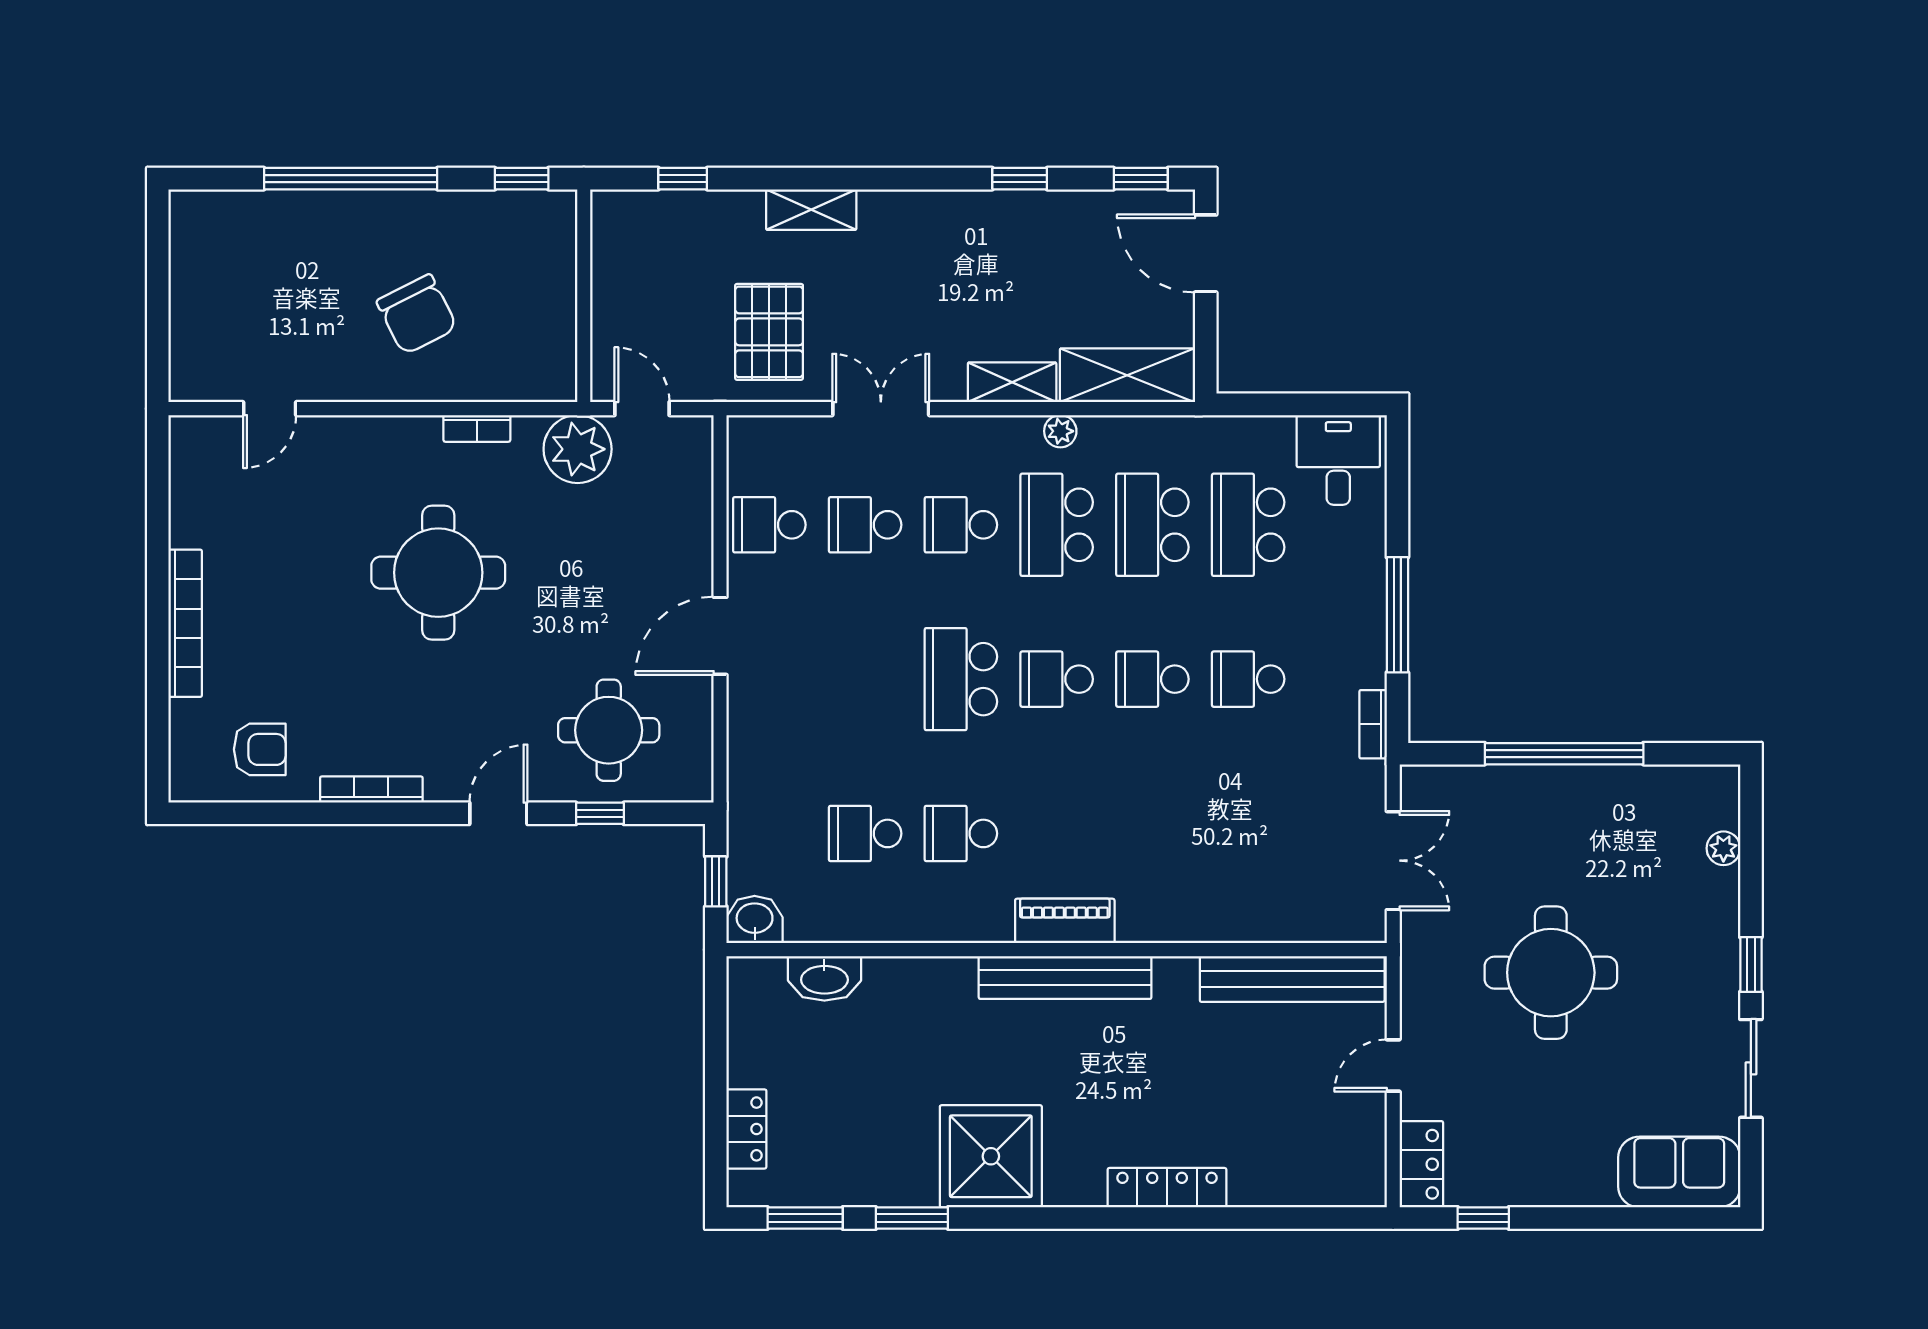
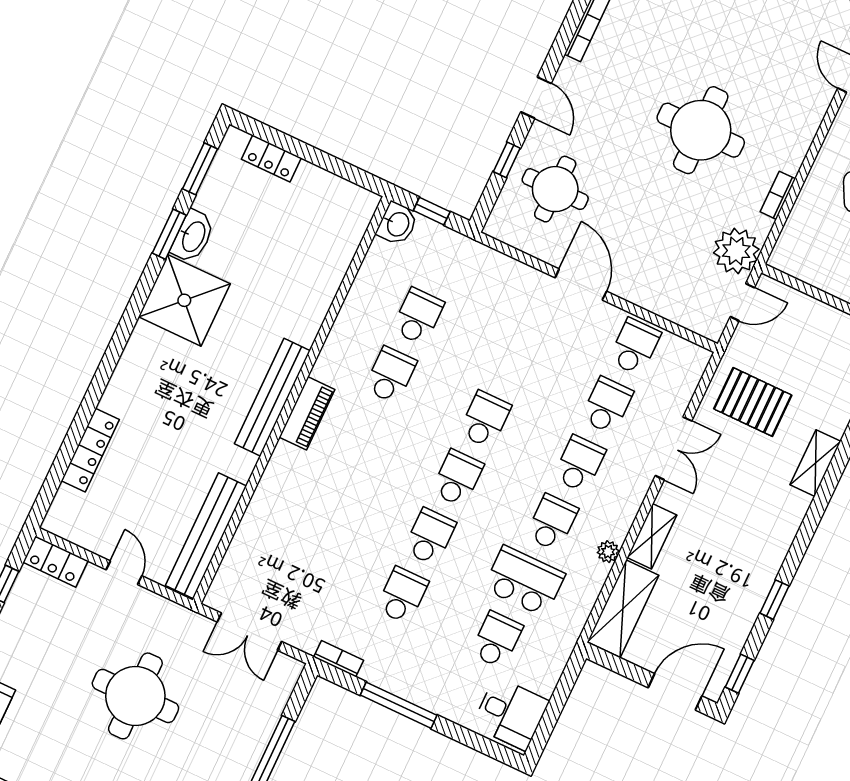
school desk: (1057, 525) -> (552, 522), width x0.54
school desk: (1248, 525) -> (497, 640), width x0.54
school desk: (961, 679) -> (485, 419), width x0.54
washbasin: (824, 978) -> (193, 236), moved, turned 180
locker: (1167, 1188) -> (90, 450), moved

